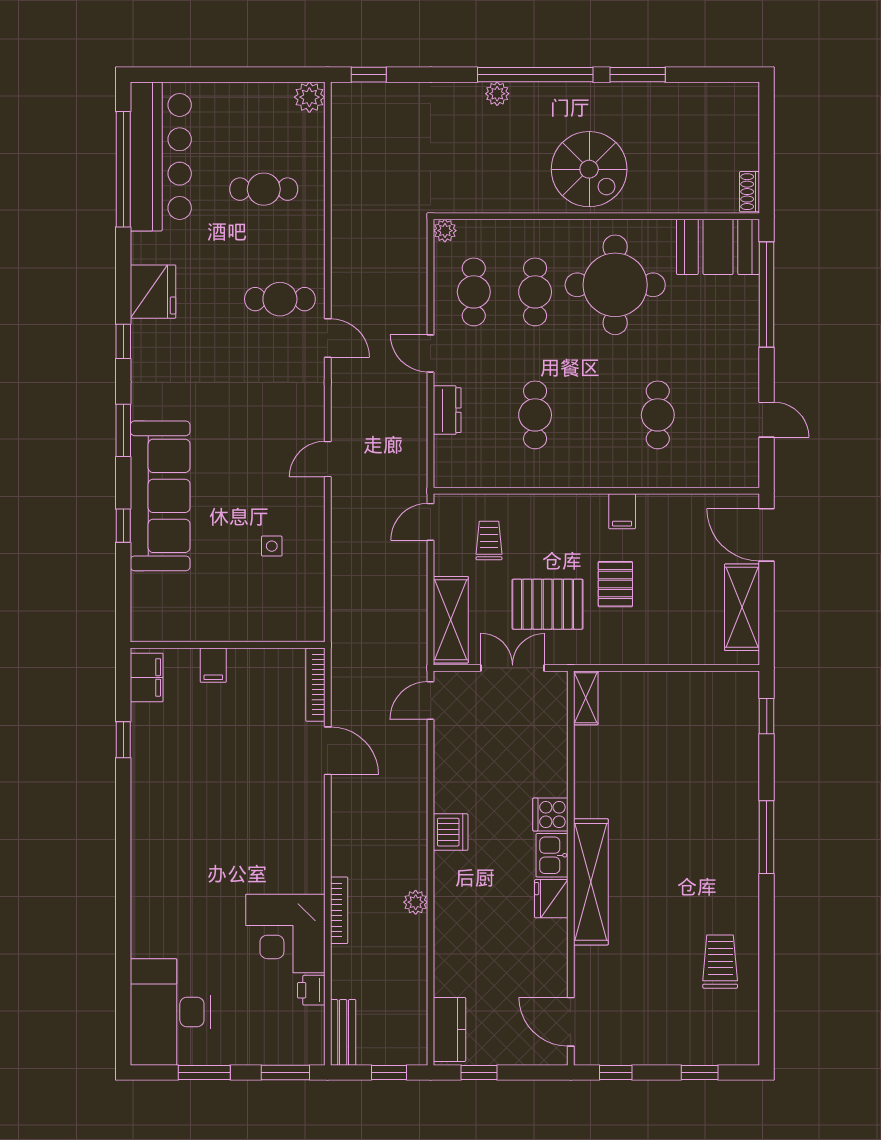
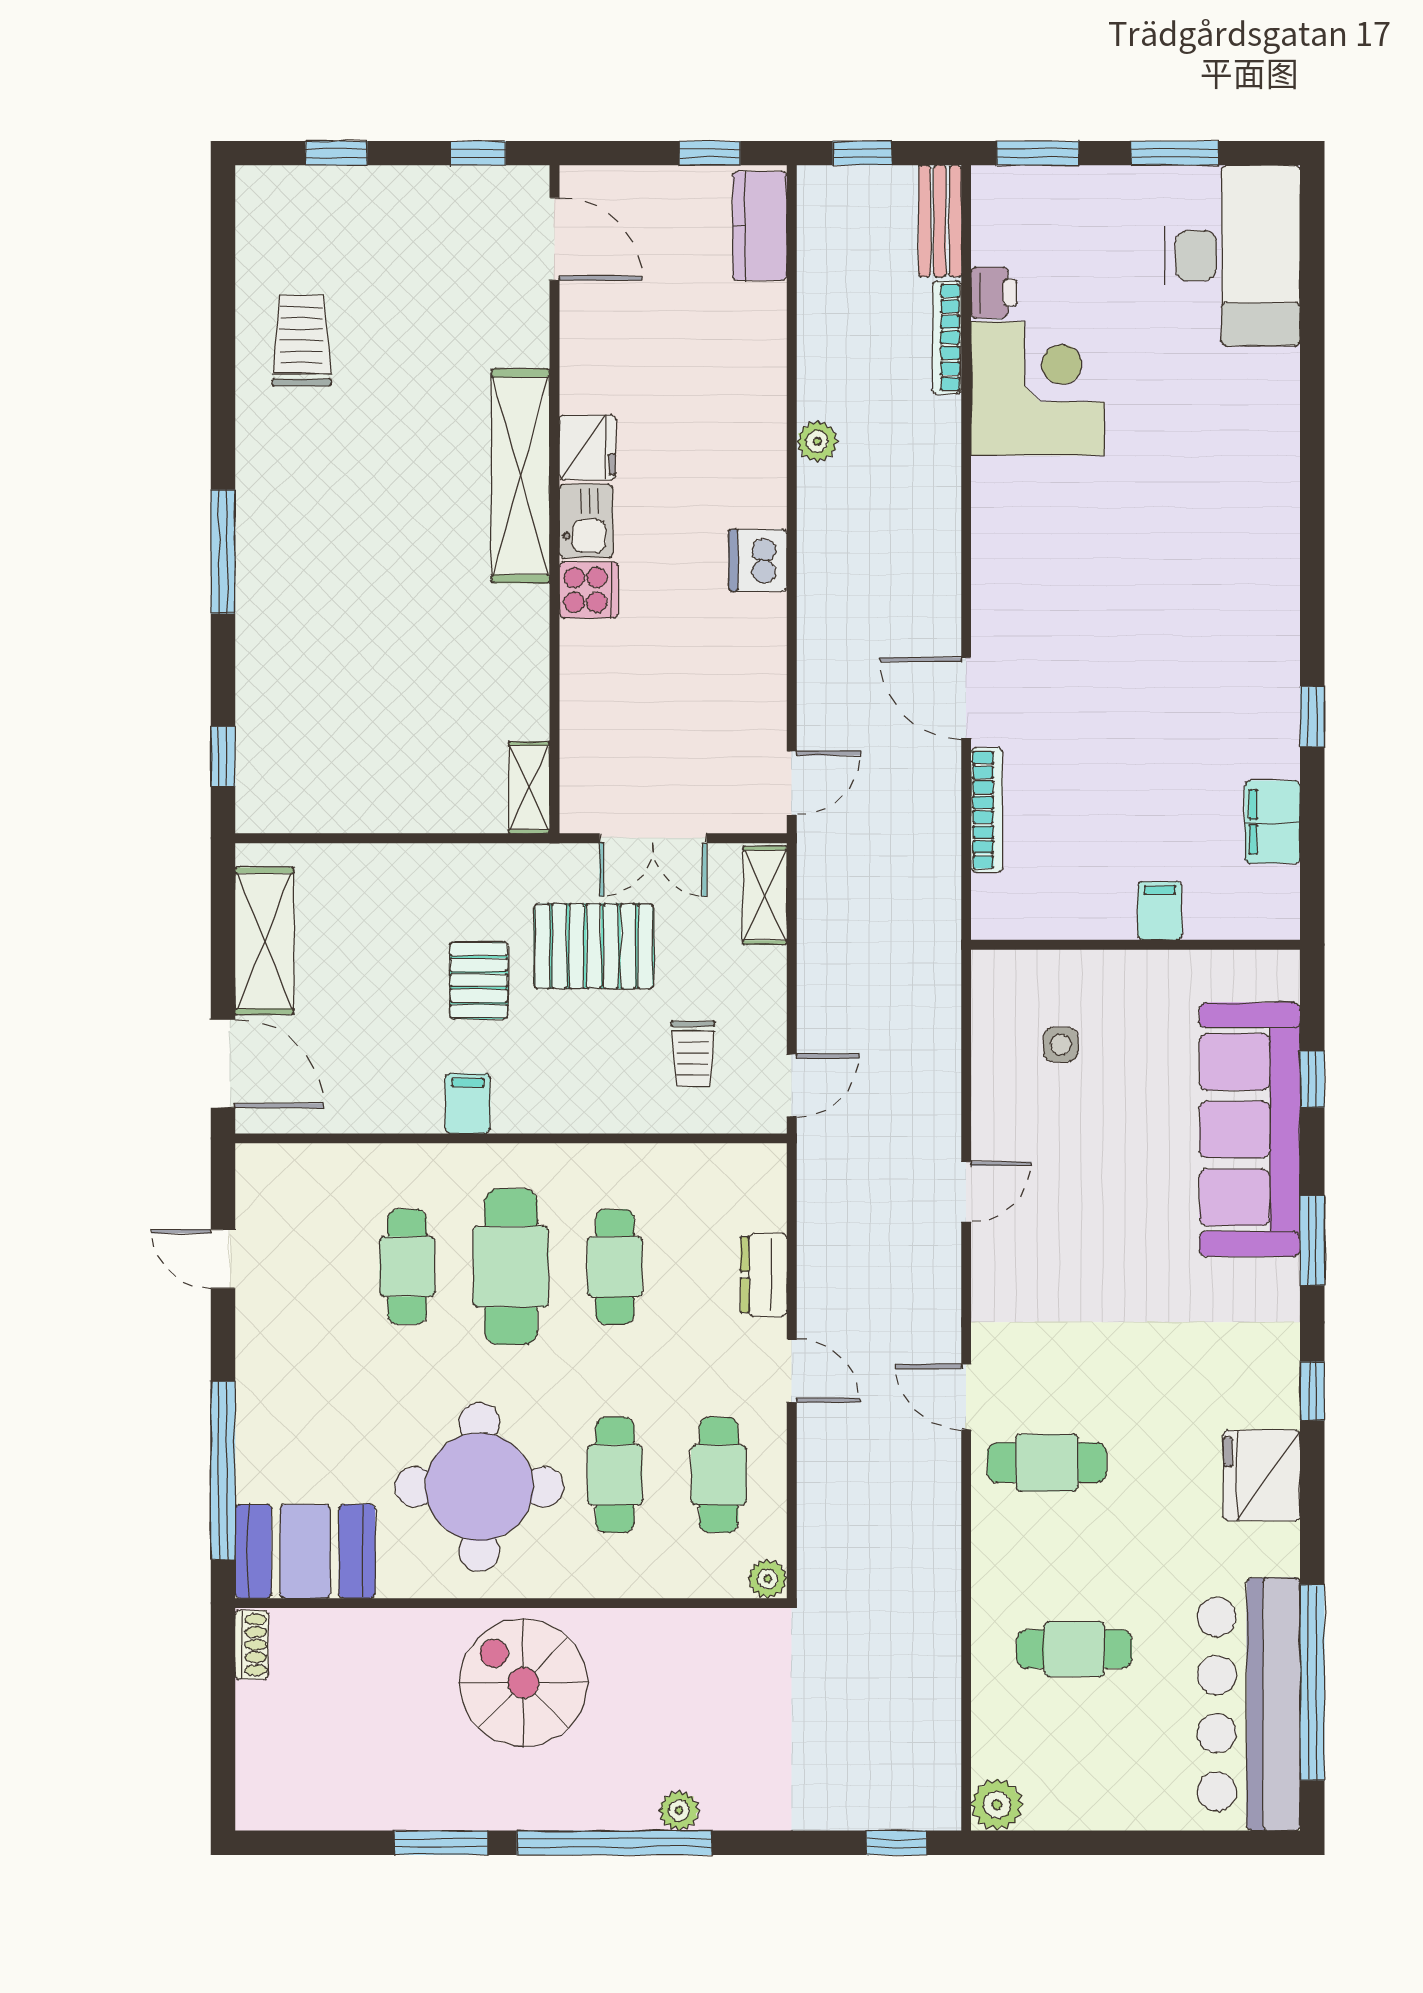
cafe table: (596, 415) -> (511, 1267), added
shelving: (451, 620) -> (765, 895), width x0.67, depth x0.75
wall: (228, 645) -> (1136, 945), moved
filing cabinet: (213, 665) -> (1160, 911), moved
bookcase: (339, 910) -> (947, 337), moved
trolley: (720, 962) -> (302, 341), turned 180

